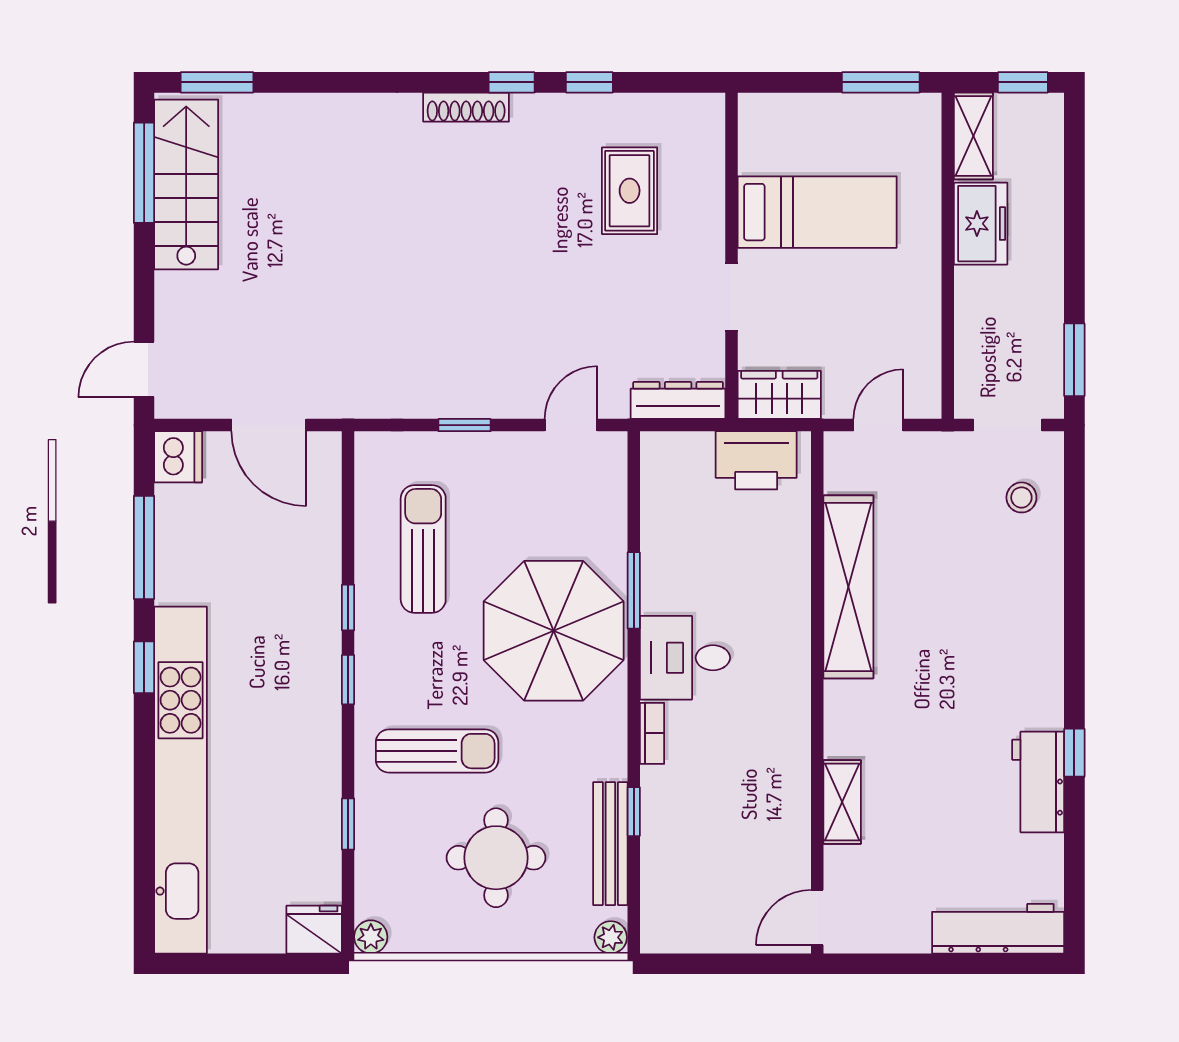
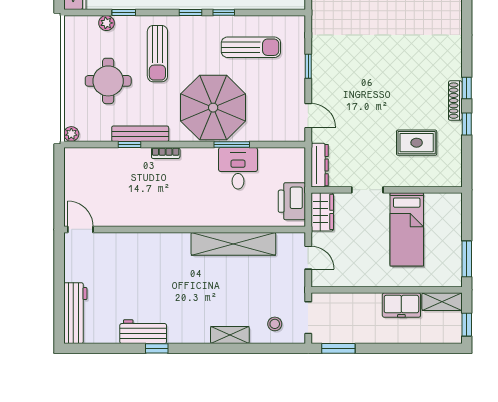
shoe rack: (466, 107) -> (455, 101), moved
desk: (685, 658) -> (238, 168), moved
shelving: (842, 802) -> (230, 335), moved
bench: (610, 844) -> (140, 134), moved
plant: (371, 937) -> (106, 23), moved

